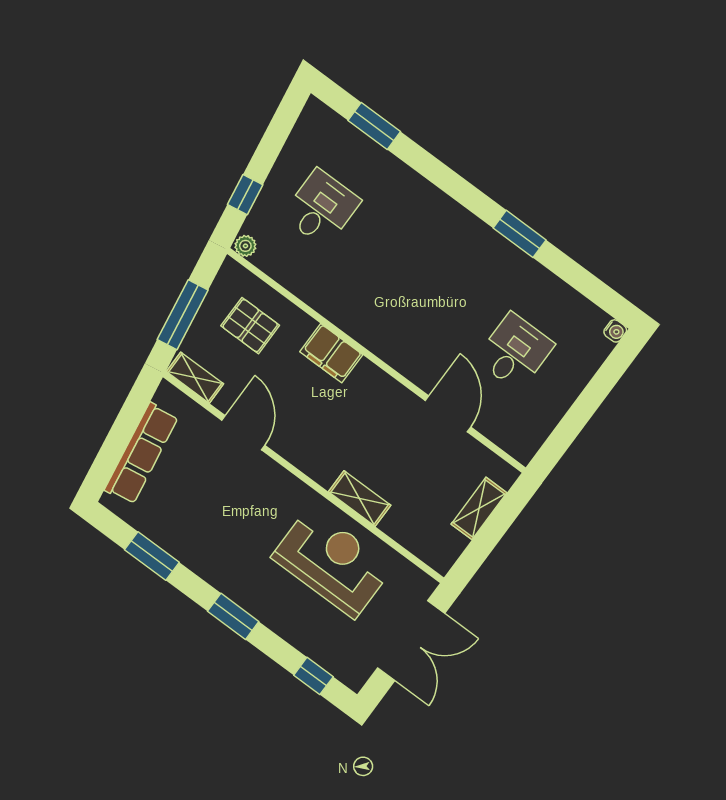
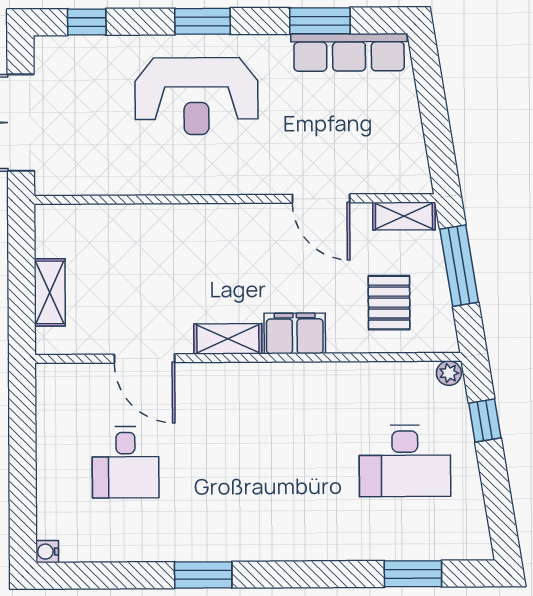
desk: (321, 208) -> (405, 461), width x1.37
pallet: (250, 326) -> (389, 303), turned 90
row of seats: (141, 453) -> (349, 52), moved, turned -81
shelving: (360, 499) -> (228, 339), moved
reception desk: (332, 562) -> (196, 96), moved

